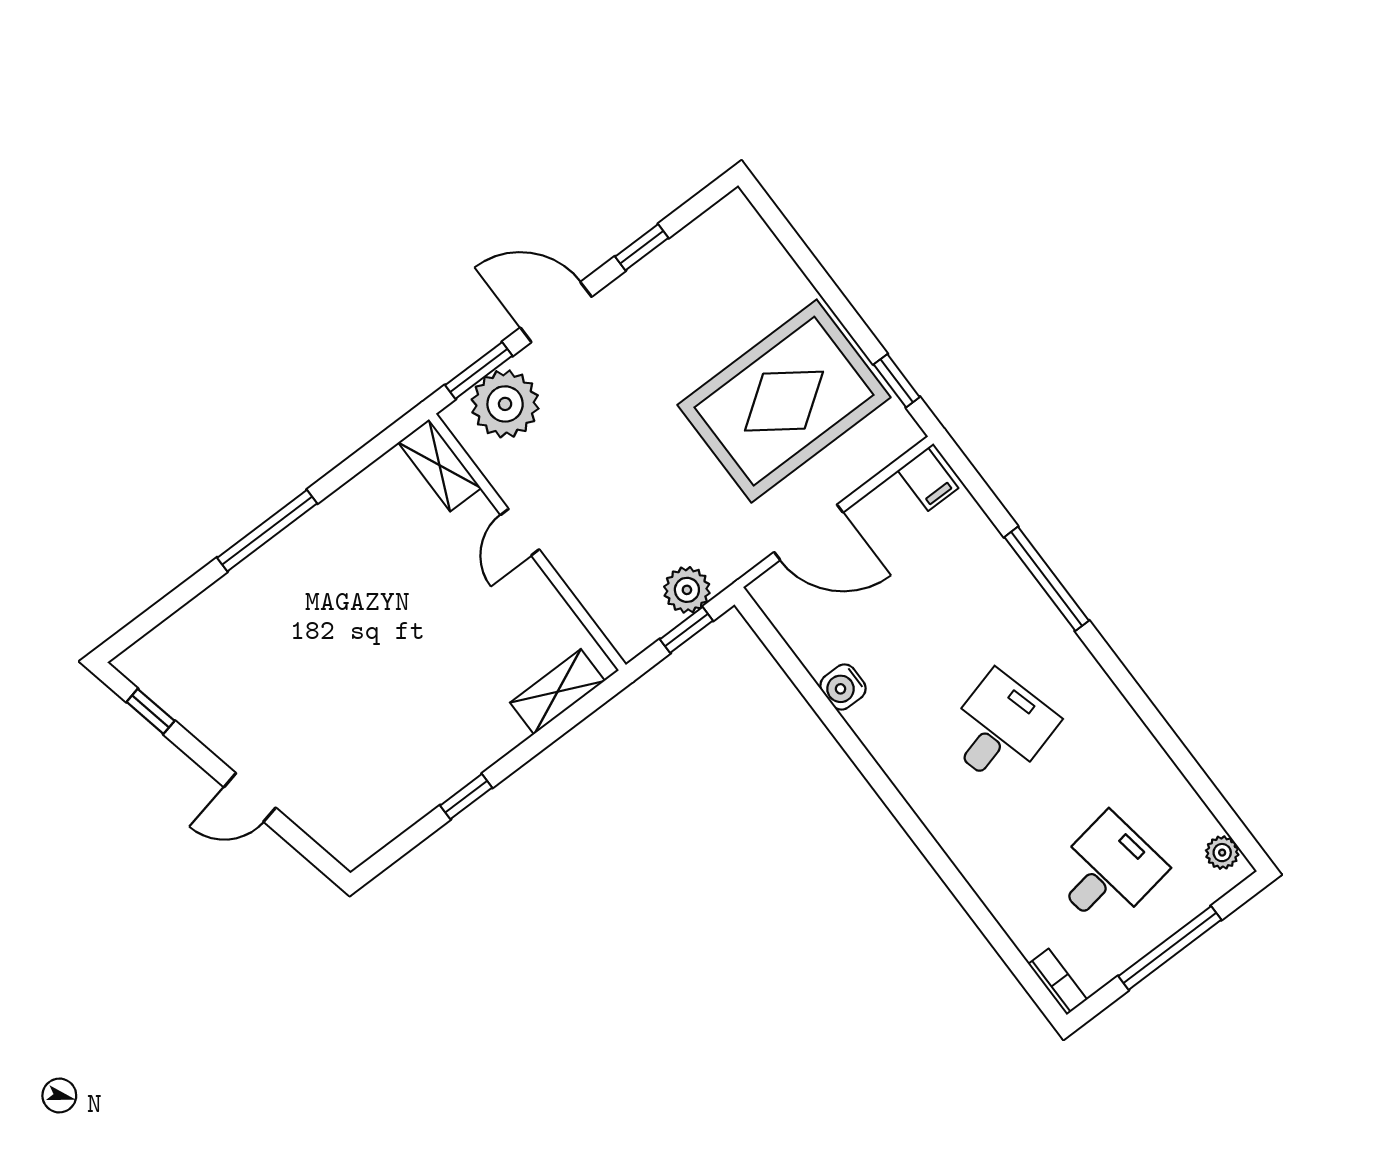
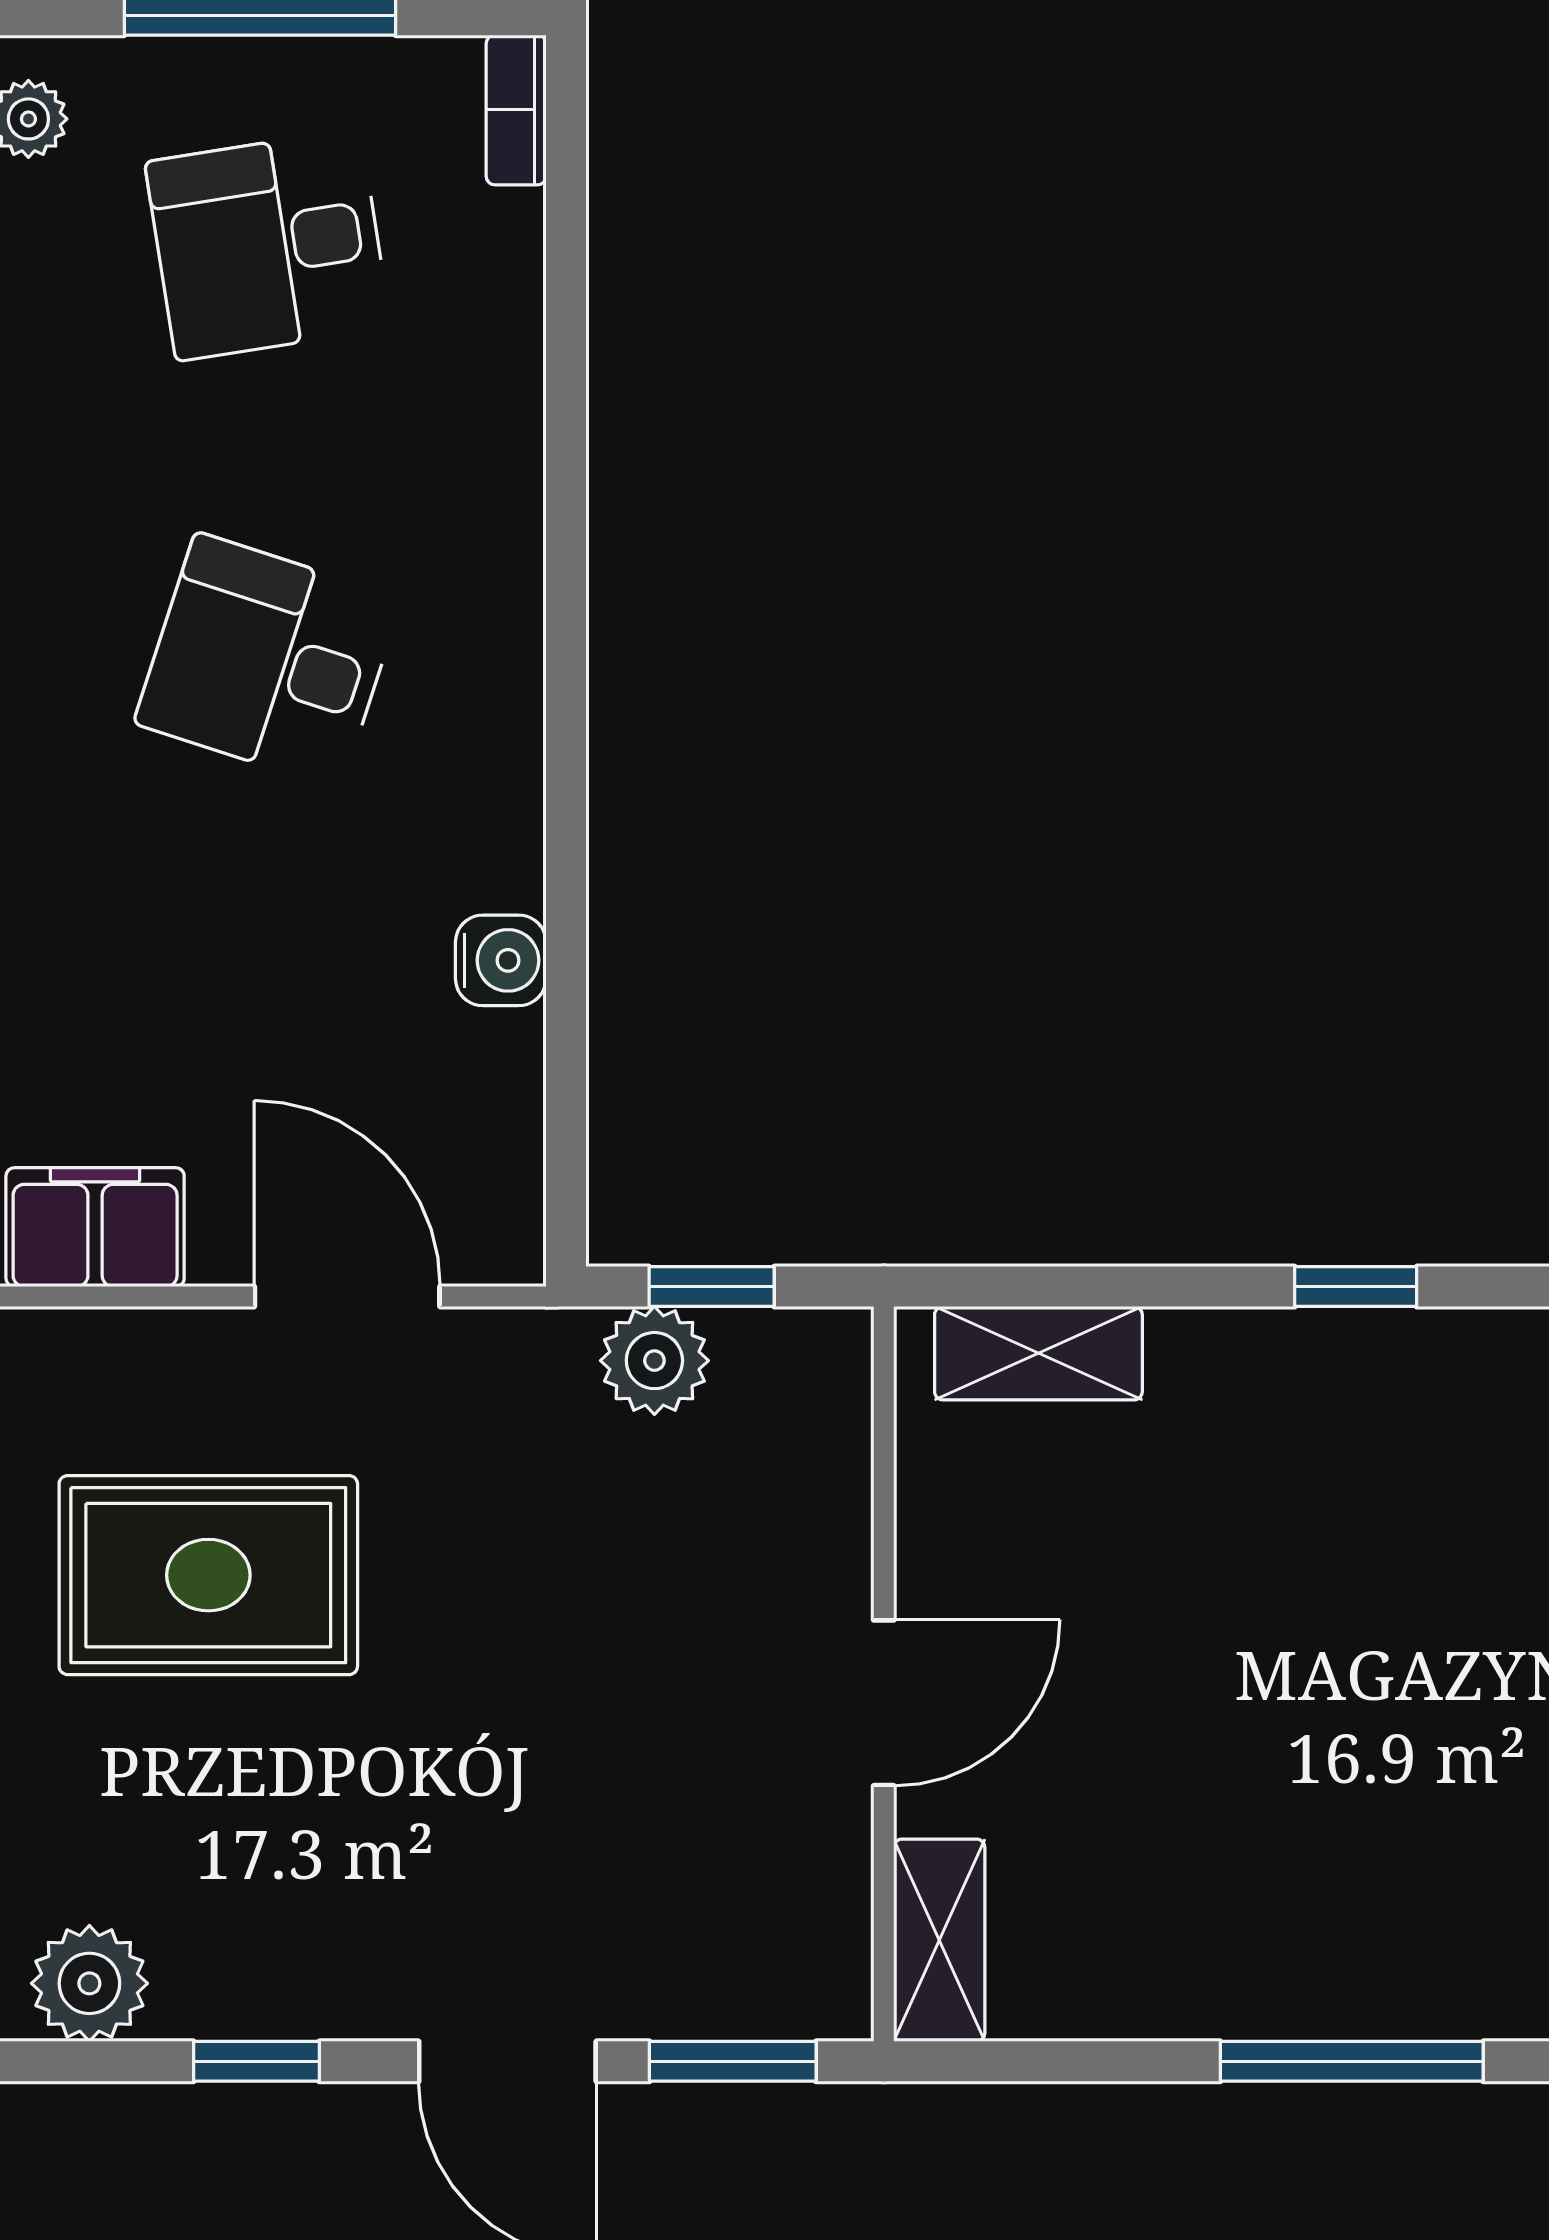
rug: (784, 401) -> (208, 1575), width x0.73, depth x0.69
plant: (505, 404) -> (89, 1983), moved, width x0.73, depth x0.73
filing cabinet: (928, 479) -> (95, 1227), width x2.00
door: (520, 532) -> (884, 1703), width x1.38
desk: (1000, 729) -> (268, 661), turned 33

